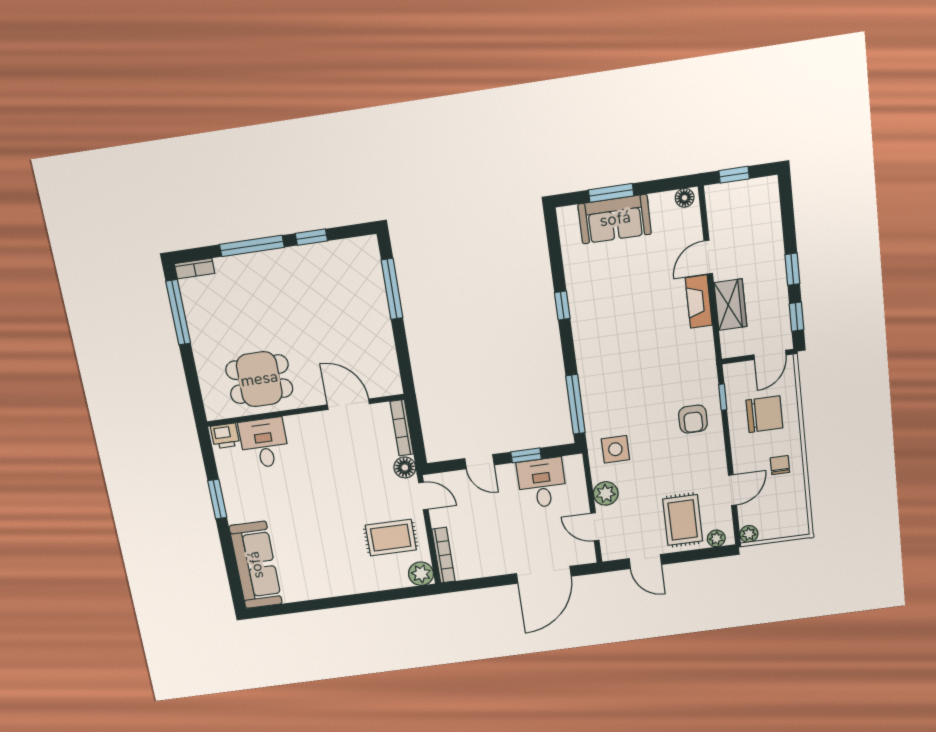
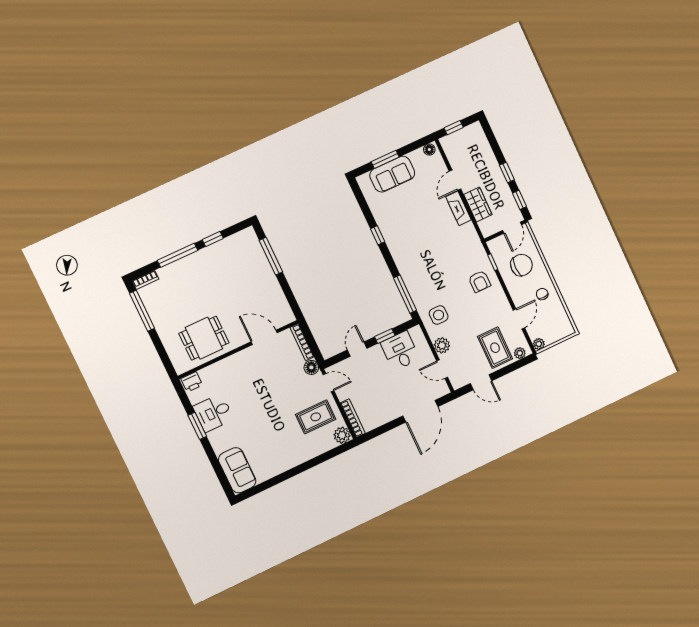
desk: (264, 443) -> (213, 413), moved, turned -90
door: (480, 462) -> (357, 349), swing flipped
sofa: (256, 565) -> (237, 470), width x0.73

